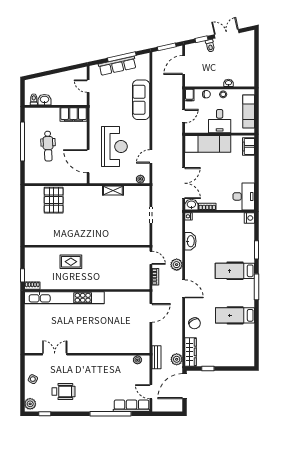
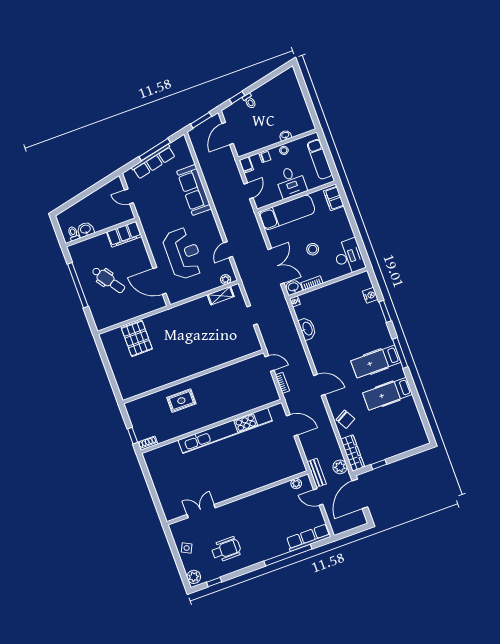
double door: (227, 34) -> (263, 81), removed
dental chair: (48, 146) -> (108, 280), turned -33
stool: (217, 180) -> (313, 249), added
shelving: (113, 190) -> (221, 296), moved
nightstand: (249, 218) -> (370, 295), moved
plant: (177, 265) -> (301, 361), removed
hospital bed: (235, 271) -> (376, 362), moved
kitchen unit: (64, 298) -> (225, 431), moved
door: (151, 313) -> (292, 425), hinge flipped
door: (151, 392) -> (318, 497), moved

